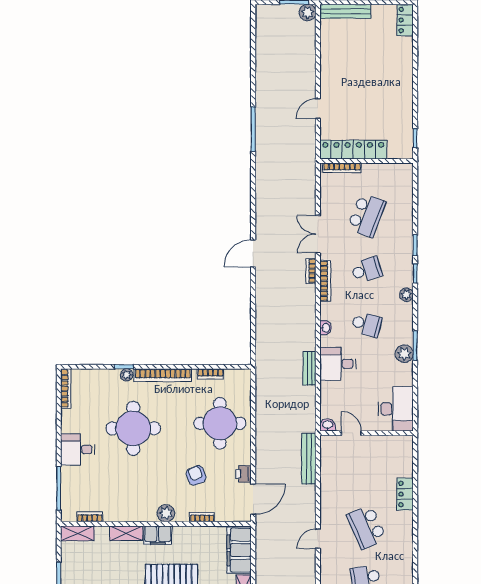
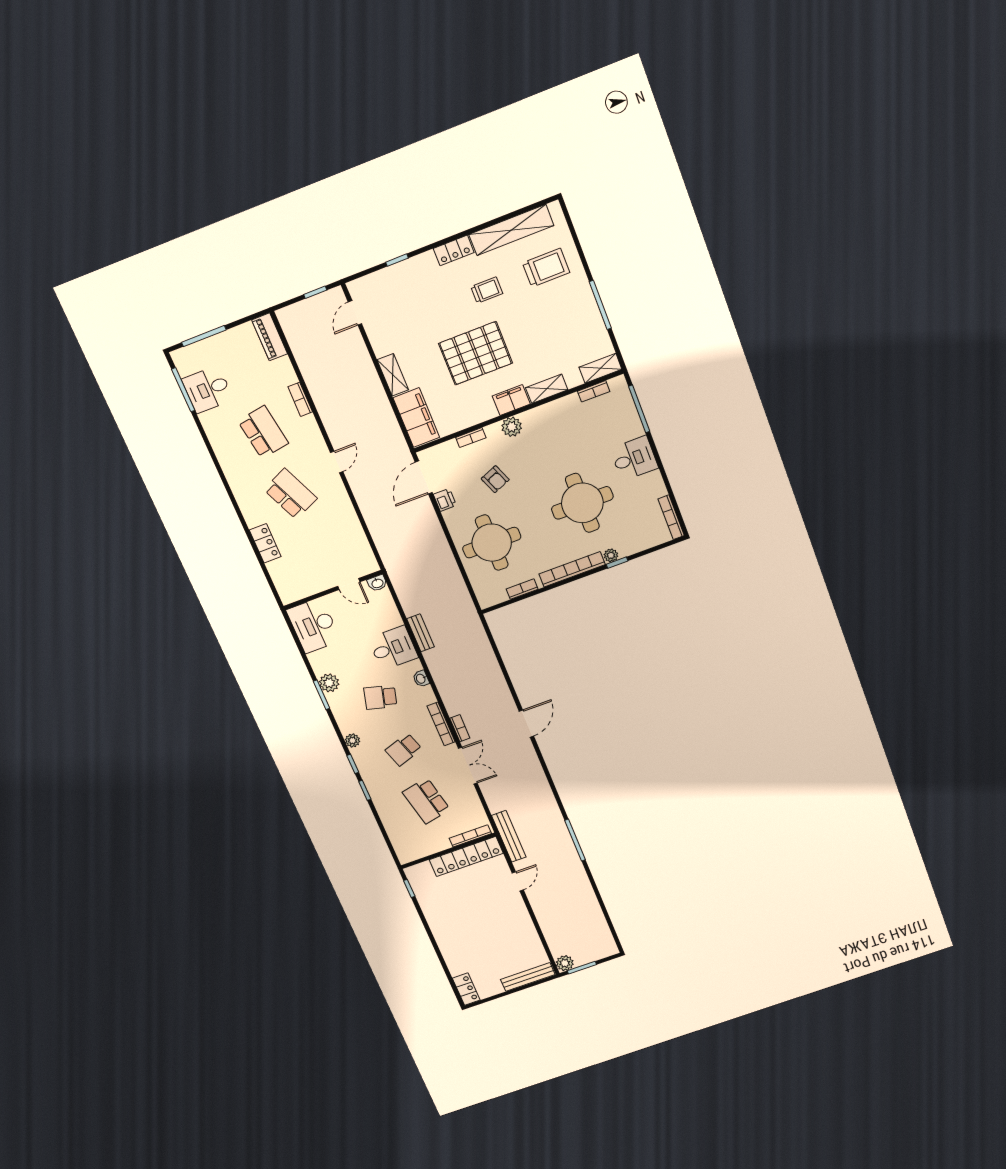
school desk: (367, 215) -> (426, 801), turned -33
bench: (309, 459) -> (509, 836), moved

